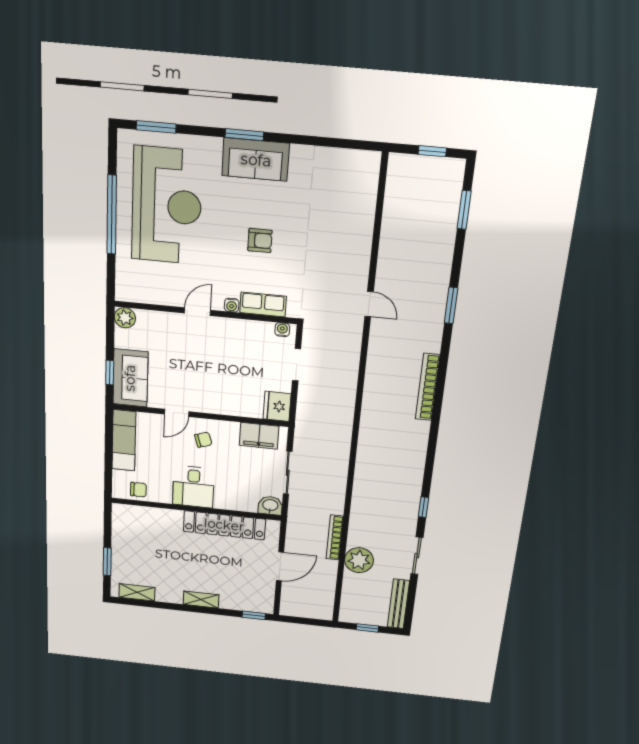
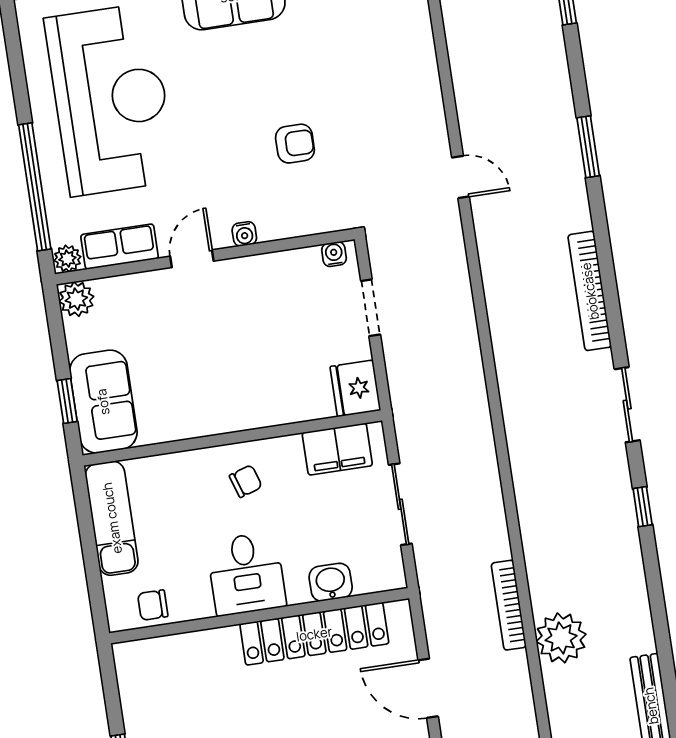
window: (112, 215) -> (35, 187), moved
armchair: (260, 240) -> (295, 144), moved
plant: (124, 293) -> (67, 259), added
row of seats: (263, 305) -> (120, 247), moved
door: (177, 413) -> (192, 444), removed
chair: (138, 490) -> (153, 605), turned 180
washbasin: (270, 506) -> (331, 582), moved
sliding door: (417, 556) -> (627, 405), moved
door: (280, 566) -> (428, 688), swing flipped

